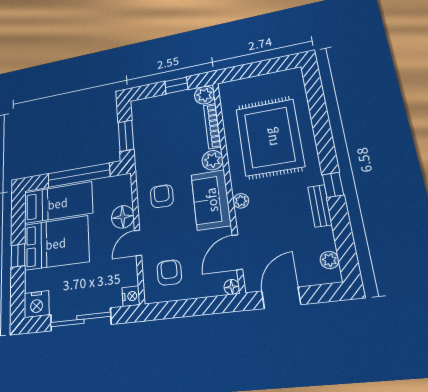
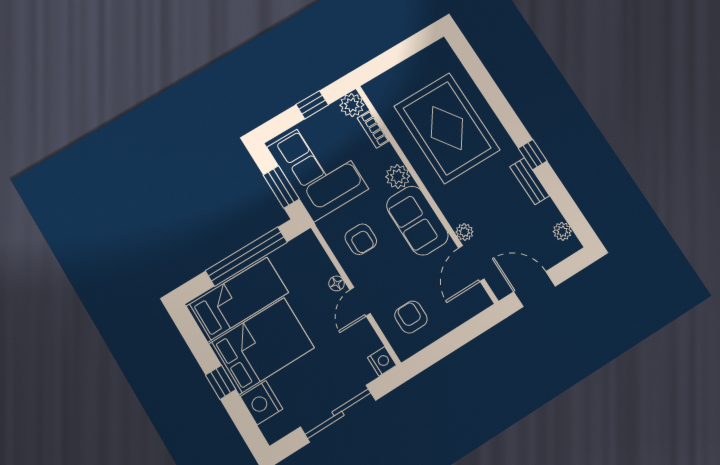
bookcase: (212, 126) -> (373, 129), width x0.64
corner sofa: (157, 132) -> (318, 168), added
armchair: (162, 196) -> (361, 239), turned 180
plant: (241, 201) -> (464, 232), moved
floor lamp: (123, 217) -> (337, 283), width x0.53, depth x0.53
floor lamp: (232, 287) -> (483, 301), removed
door: (281, 298) -> (535, 289), hinge flipped
nightstand: (37, 304) -> (261, 403), moved, turned 90

